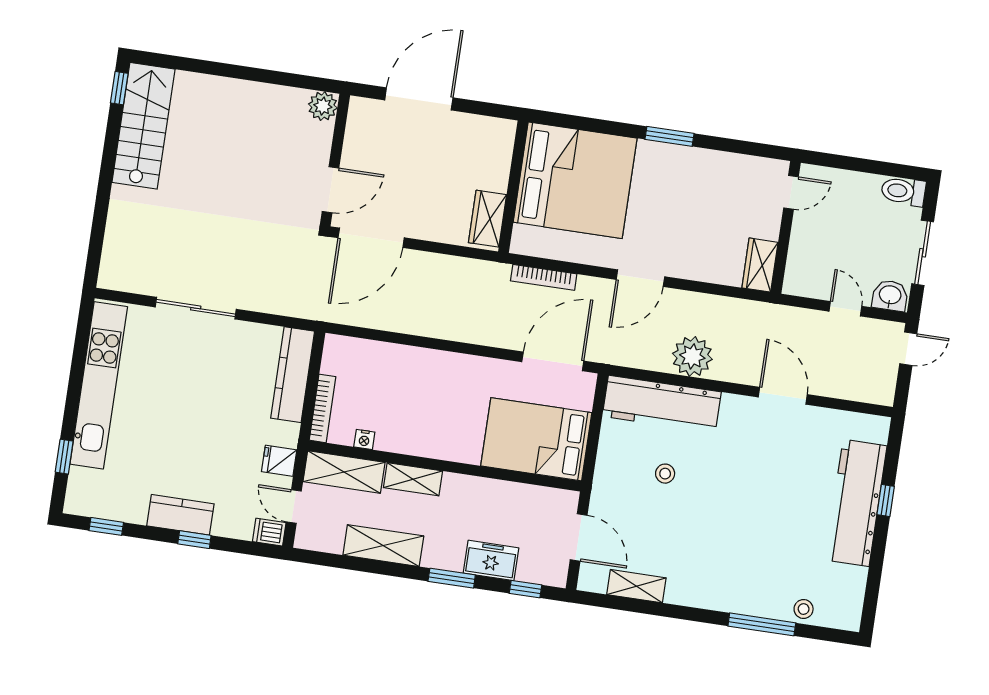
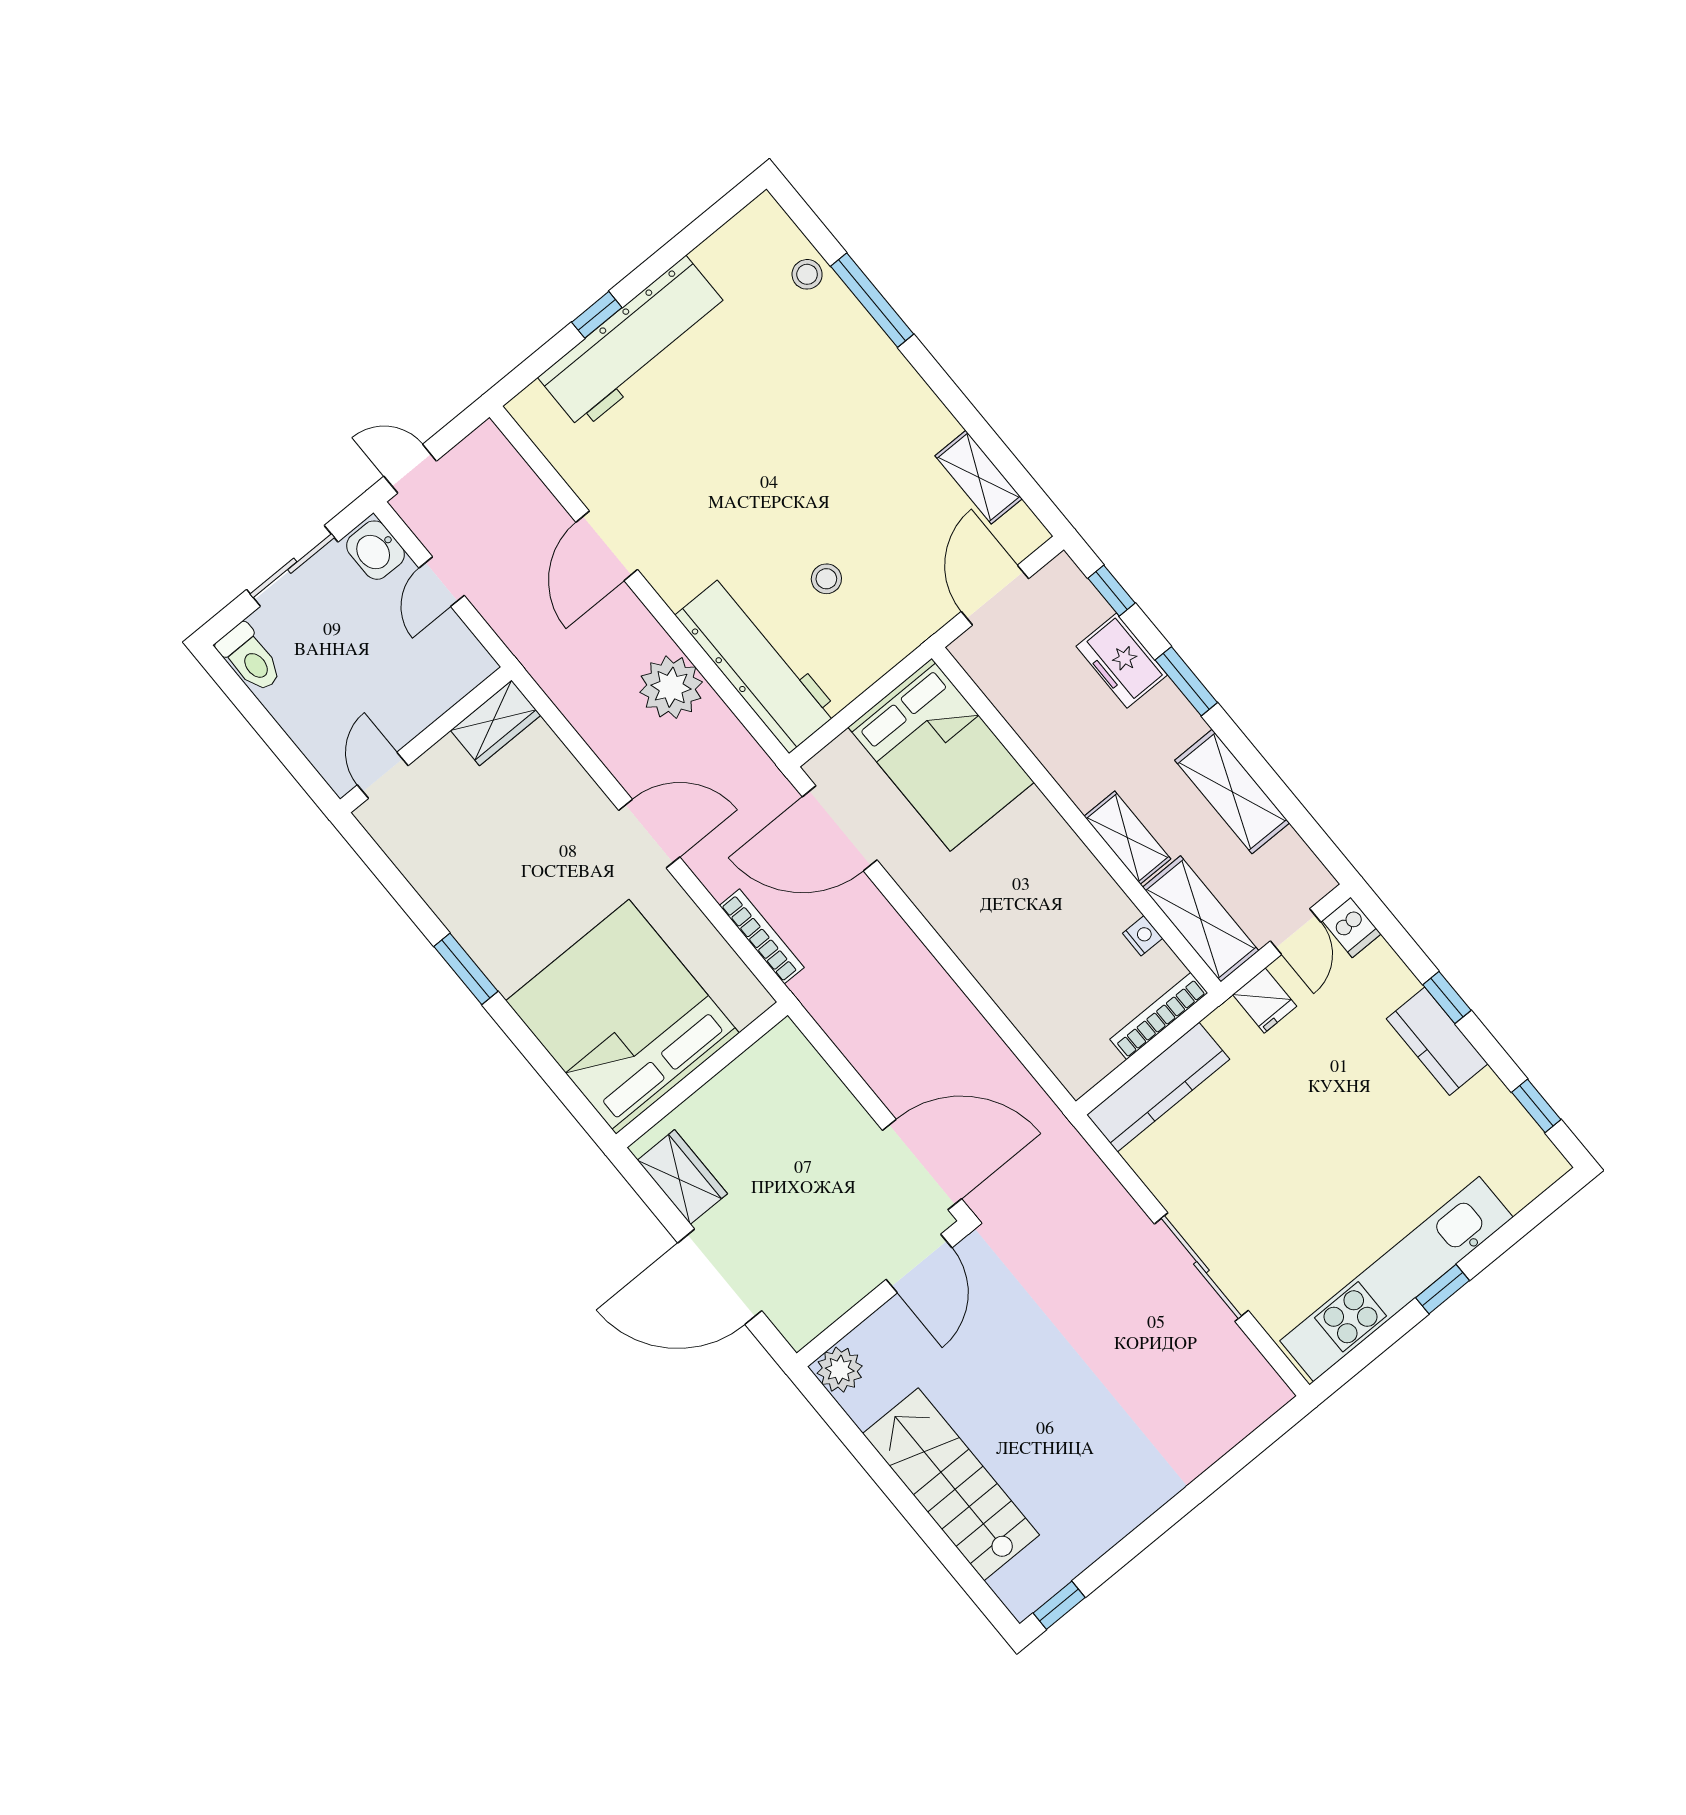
stairs: (143, 126) -> (951, 1484), moved, turned 90
door: (330, 190) -> (919, 1264), swing flipped
door: (791, 192) -> (383, 775), hinge flipped
wardrobe: (487, 219) -> (682, 1177), moved, turned -90
window: (64, 457) -> (1443, 1289), moved

